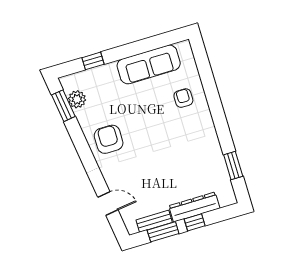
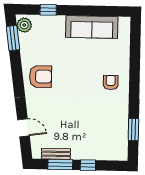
armchair: (183, 98) -> (111, 82), moved
plant: (77, 99) -> (24, 25), moved
armchair: (109, 139) -> (41, 77), turned 90
dresser: (194, 207) -> (92, 153), removed

